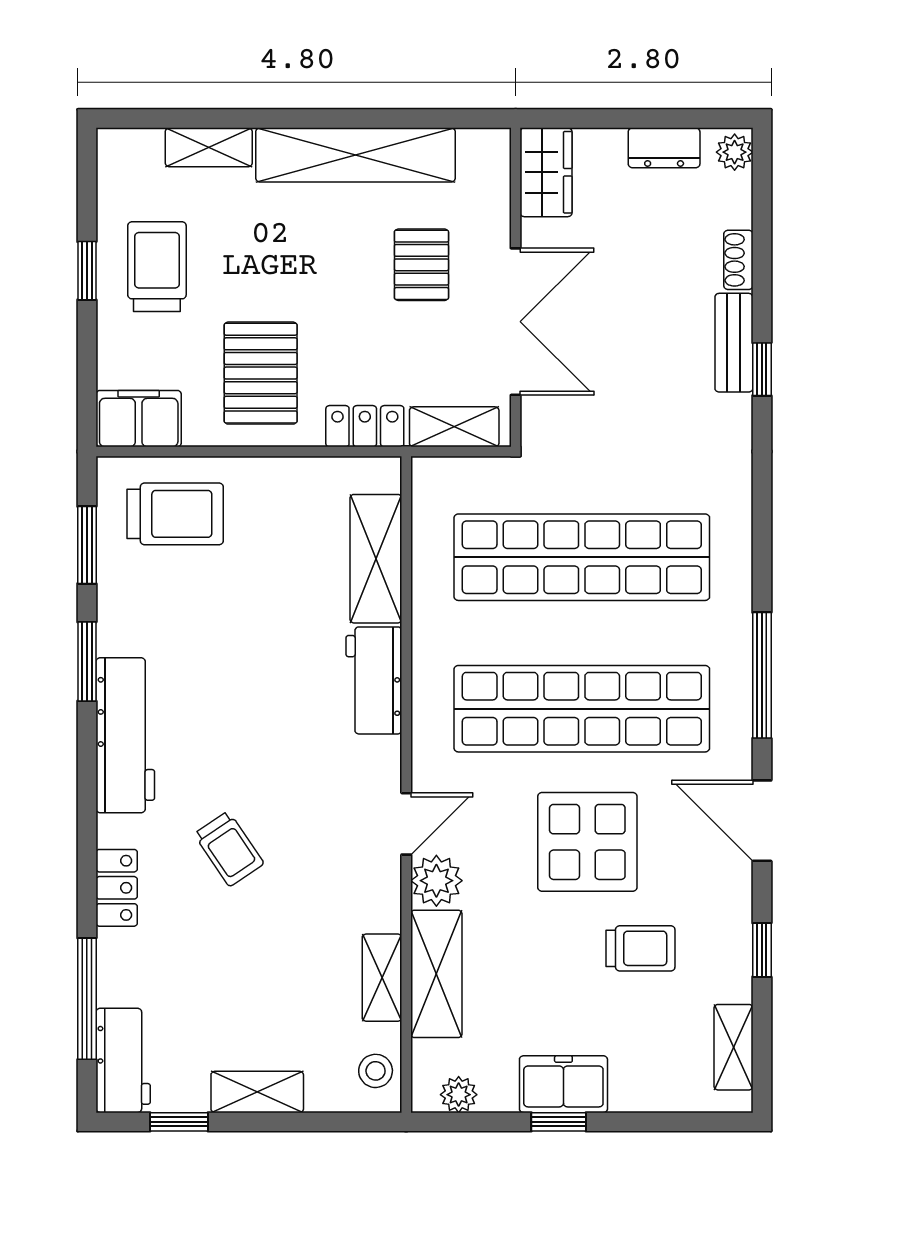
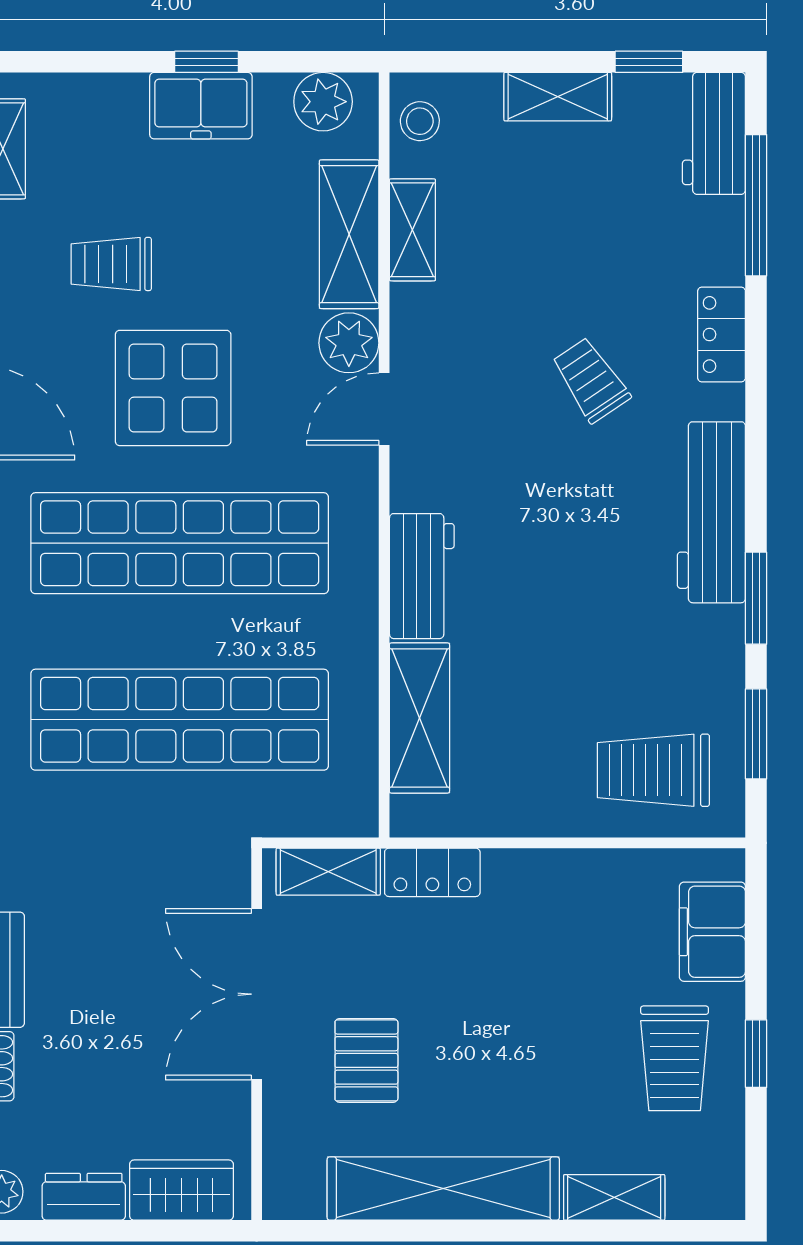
wardrobe: (546, 172) -> (181, 1190), moved, turned 90
pallet: (261, 373) -> (554, 934), removed
filing cabinet: (139, 419) -> (712, 932), moved, turned 90
plant: (459, 1095) -> (323, 102), width x1.38, depth x1.38

